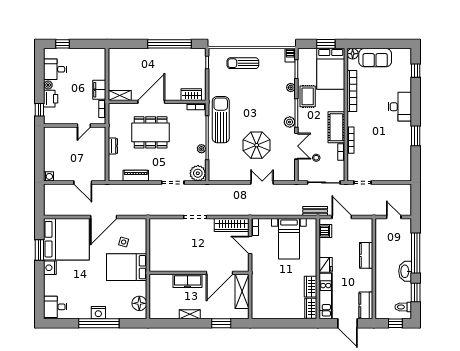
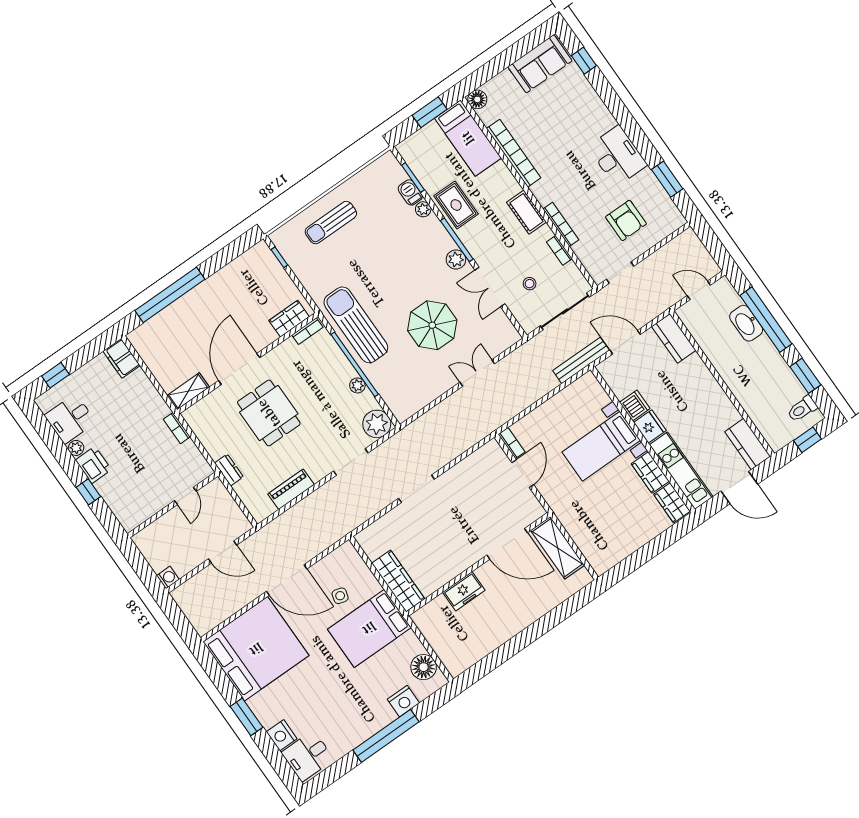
window: (170, 44) -> (170, 295), moved
barbecue: (290, 55) -> (410, 192), moved
sofa: (375, 58) -> (540, 64), moved
bed: (331, 69) -> (468, 138), width x0.67
filing cabinet: (99, 90) -> (122, 358), moved
desk: (400, 107) -> (617, 156), moved
wall: (75, 125) -> (173, 505), moved
door: (84, 125) -> (185, 496), moved
cot: (336, 127) -> (526, 212), width x0.73, depth x0.75
dining table: (151, 132) -> (269, 413), width x0.73
window: (416, 136) -> (667, 179), moved
double door: (296, 146) -> (490, 287), swing flipped
armchair: (383, 160) -> (626, 220), added
bench: (315, 211) -> (581, 360), width x1.36
door: (104, 217) -> (287, 580), hinge flipped
wardrobe: (232, 225) -> (398, 581), moved, turned -90
dishwasher: (325, 231) -> (635, 405), moved
bed with nightstands: (289, 239) -> (601, 446), moved, turned 90
door: (250, 245) -> (523, 474), swing flipped
window: (39, 250) -> (247, 717), moved
kitchen counter: (366, 255) -> (674, 338), moved
nightstand: (50, 268) -> (282, 735), moved
washbasin: (405, 271) -> (746, 323), moved
door: (219, 273) -> (507, 544), hinge flipped
freezer: (188, 281) -> (464, 591), width x0.71
nightstand: (98, 313) -> (403, 701), moved
shelving: (190, 314) -> (506, 632), removed
window: (221, 323) -> (560, 614), removed

